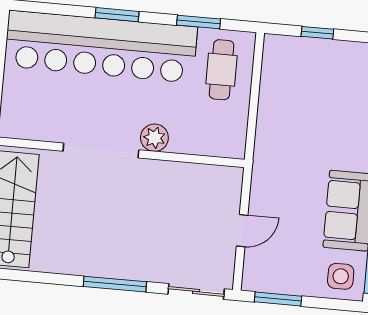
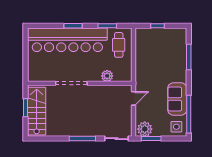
plant: (154, 138) -> (107, 76), moved
door: (242, 231) -> (133, 98), moved
plant: (265, 275) -> (145, 129), added

